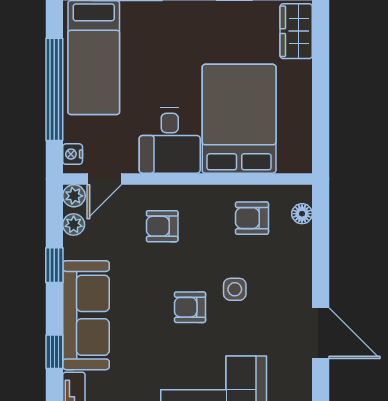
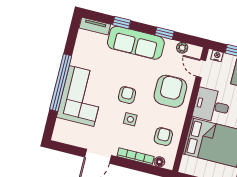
plant: (74, 196) -> (196, 51), removed
armchair: (162, 226) -> (170, 91), width x1.88, depth x1.88
bookcase: (303, 262) -> (136, 156), added

